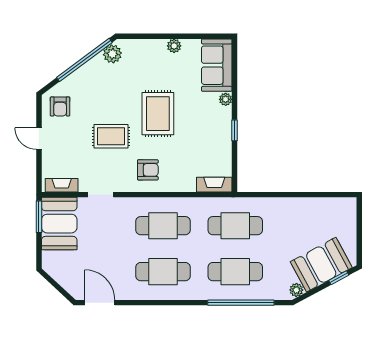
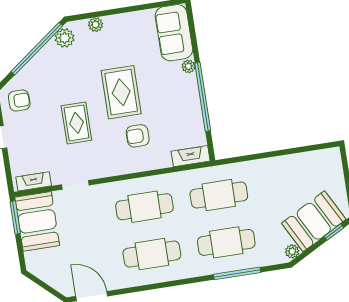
plant: (174, 46) -> (96, 25), moved
armchair: (60, 106) -> (19, 101), turned -90
window: (235, 130) -> (203, 97), width x3.17
rug: (111, 136) -> (76, 123), turned 90
armchair: (148, 170) -> (138, 136), moved, turned 180
window: (241, 303) -> (237, 273), width x0.68

